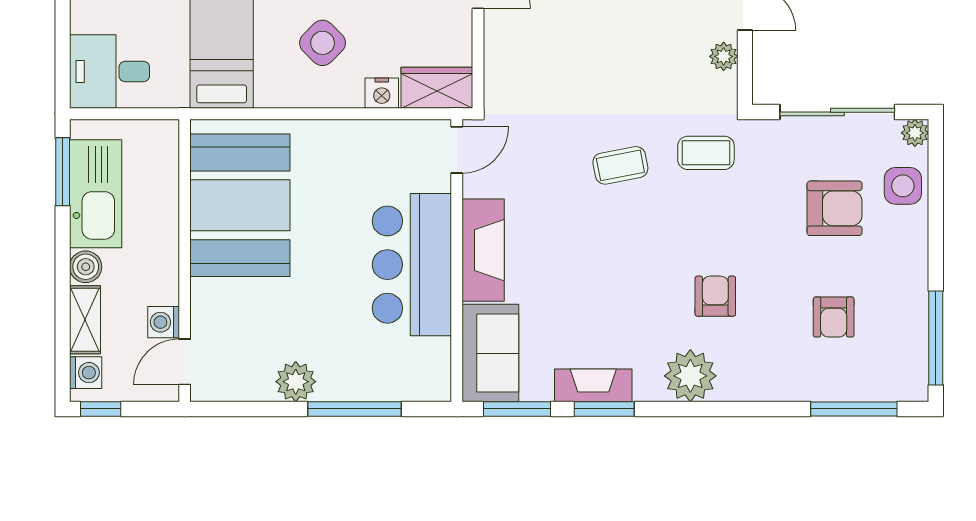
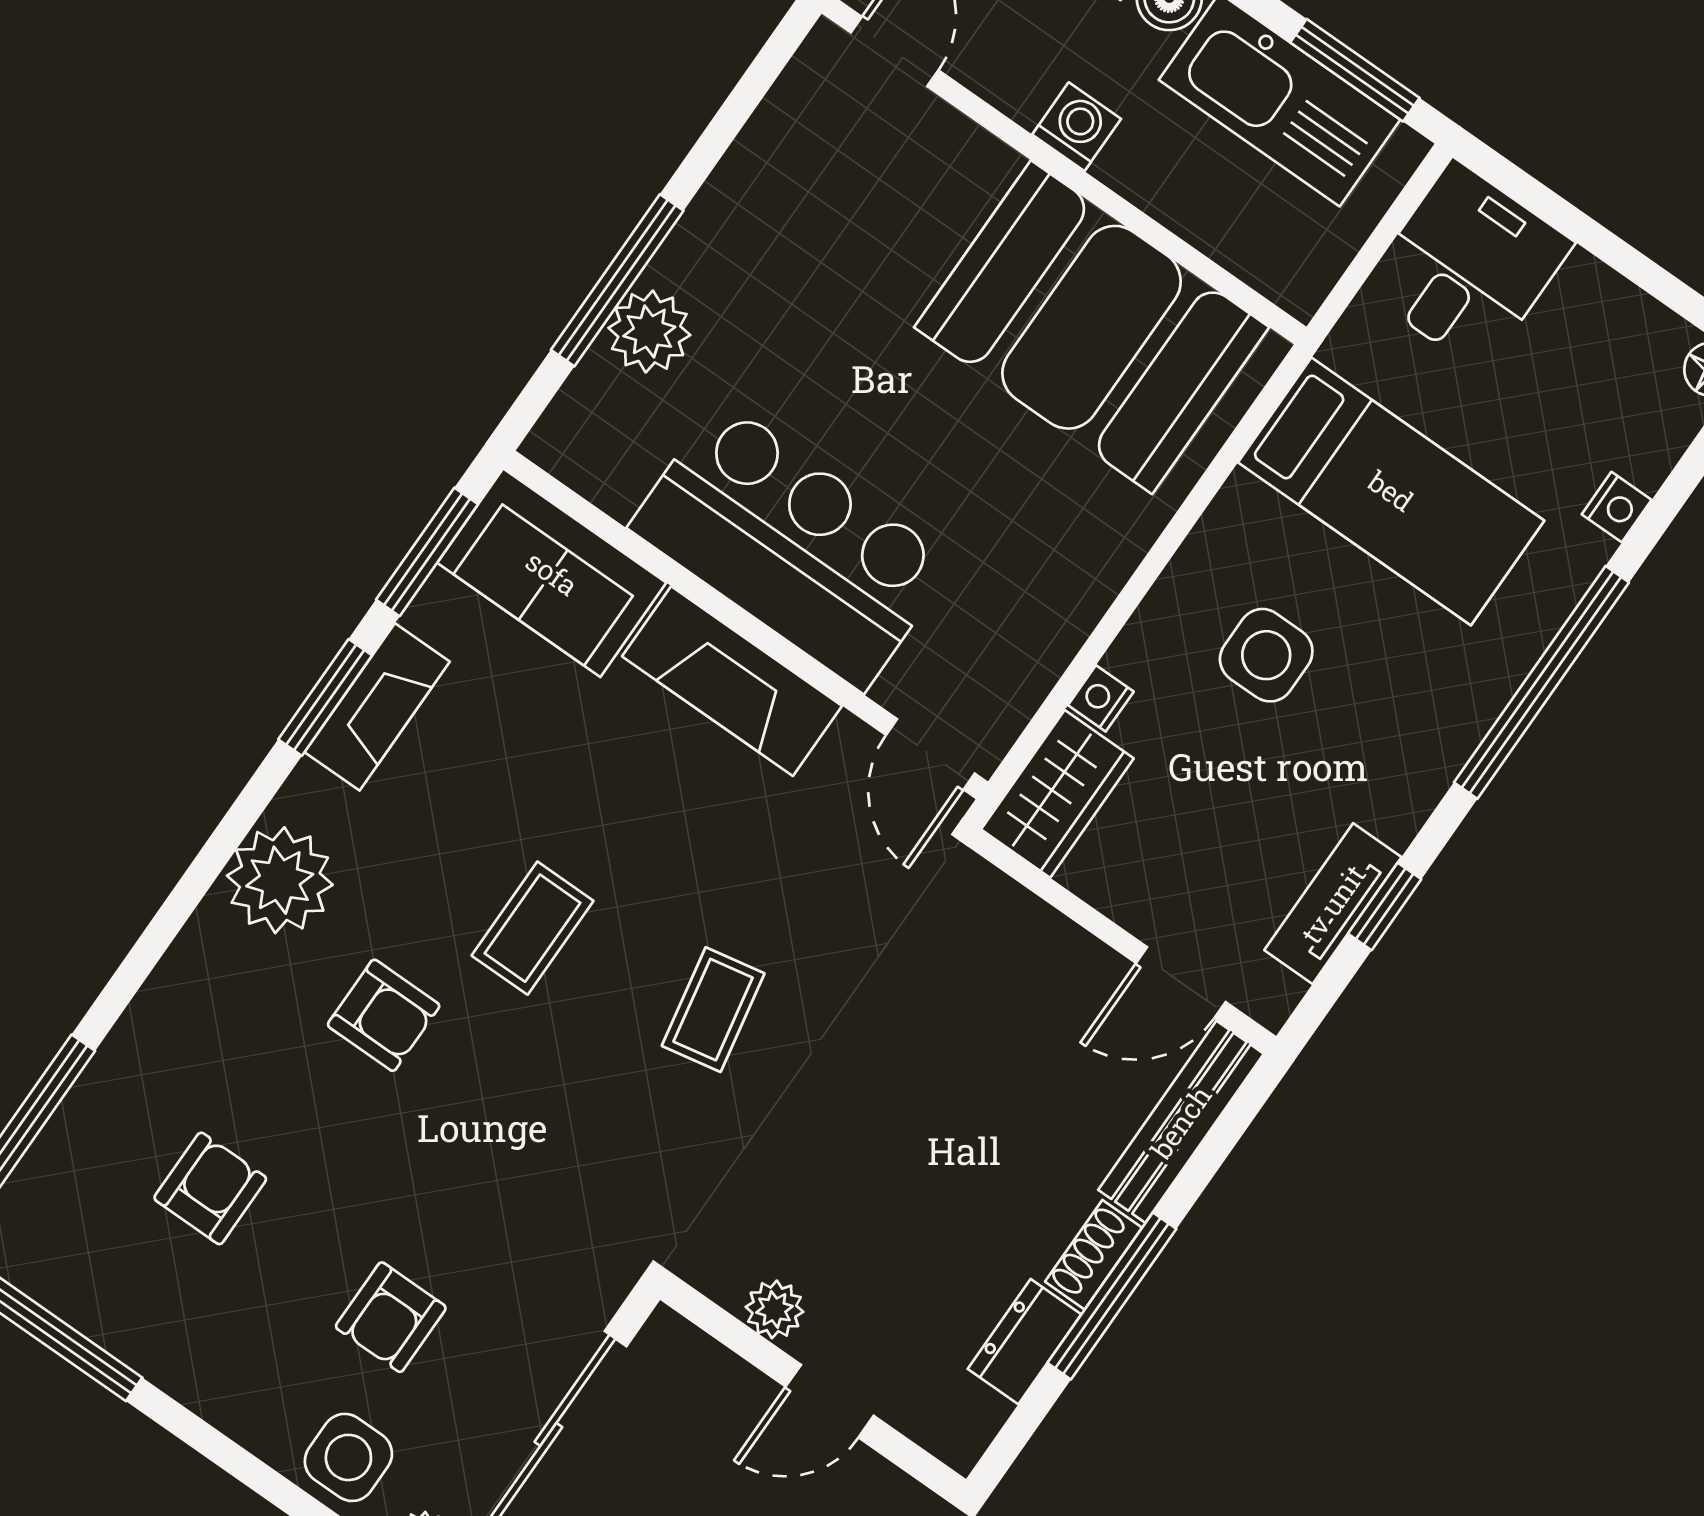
side table: (323, 43) -> (1266, 655), turned 45
nightstand: (382, 93) -> (1101, 698), width x0.72, depth x0.74
coffee table: (706, 153) -> (532, 928), moved
armchair: (835, 208) -> (391, 1317), width x0.72, depth x0.72
armchair: (834, 317) -> (210, 1188), turned 90
washing machine: (164, 322) -> (1077, 127), moved
plant: (296, 382) -> (649, 331), moved

